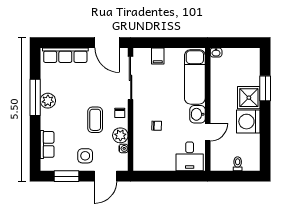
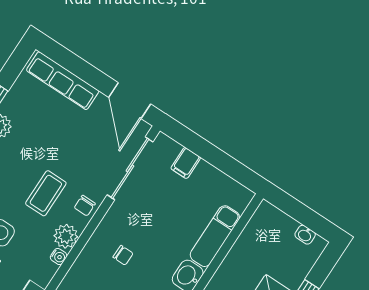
washbasin: (216, 52) -> (305, 235), moved
exam couch: (195, 77) -> (215, 236), width x0.73, depth x0.69

